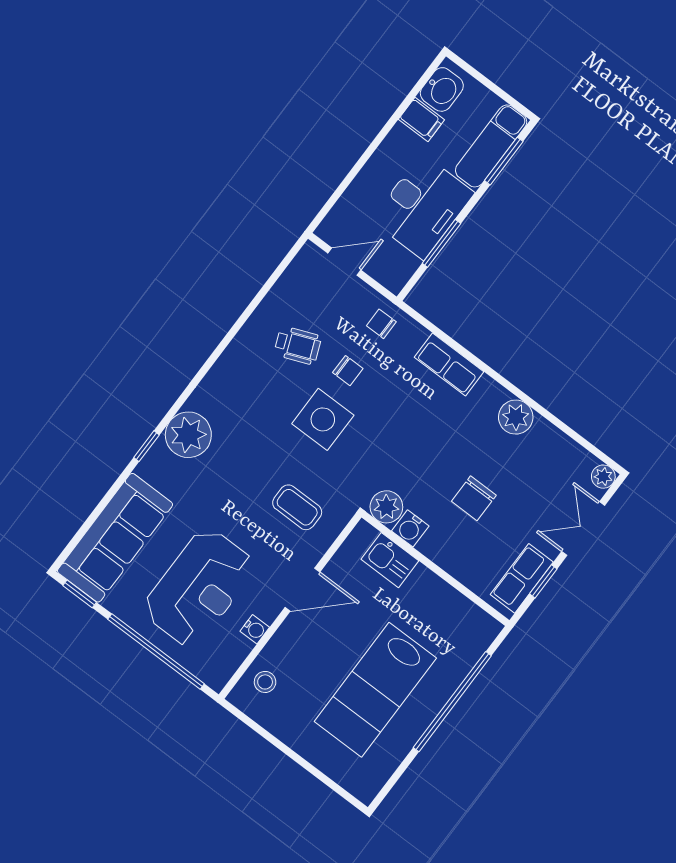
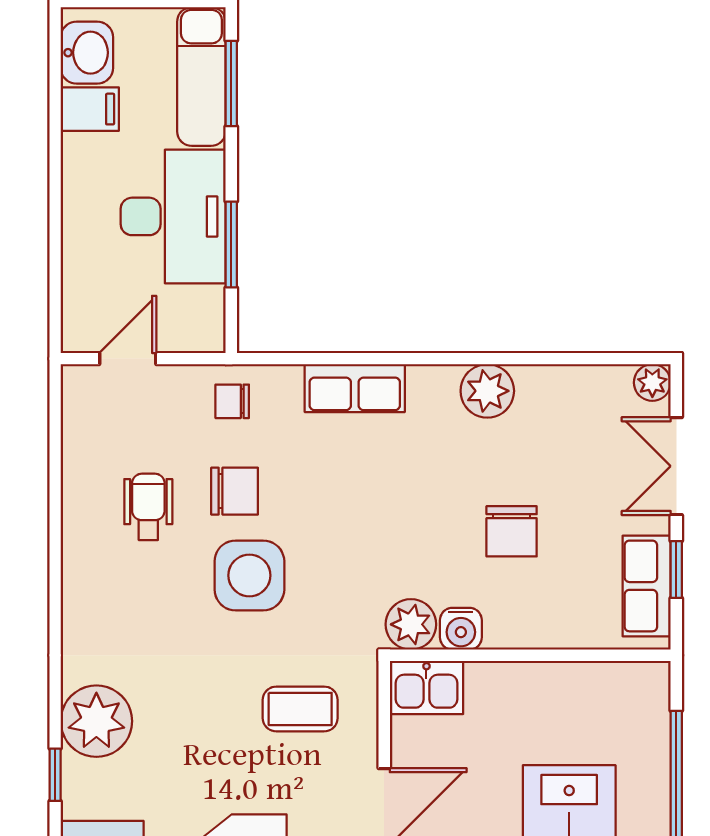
wheelchair: (298, 345) -> (148, 507), turned -68
chair: (348, 371) -> (235, 491), width x1.37, depth x1.37
kitchen sink: (390, 560) -> (426, 687), moved

